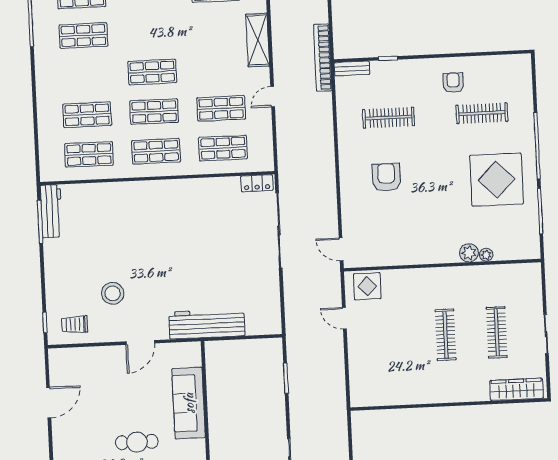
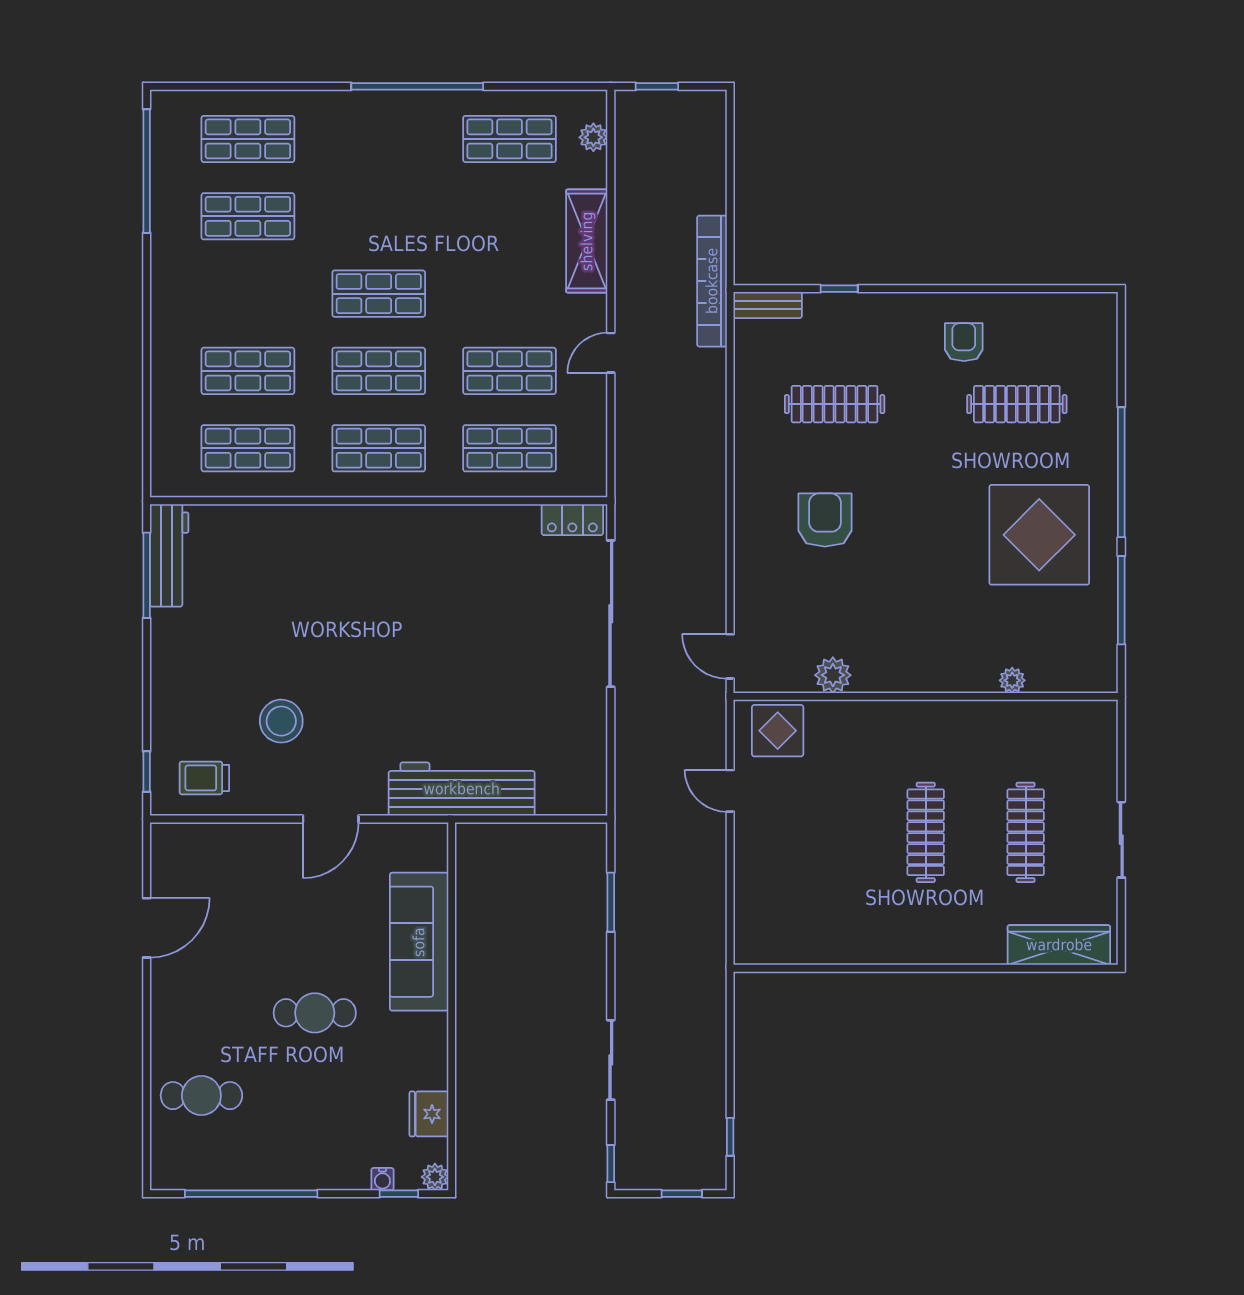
plant: (469, 253) -> (833, 675), moved

